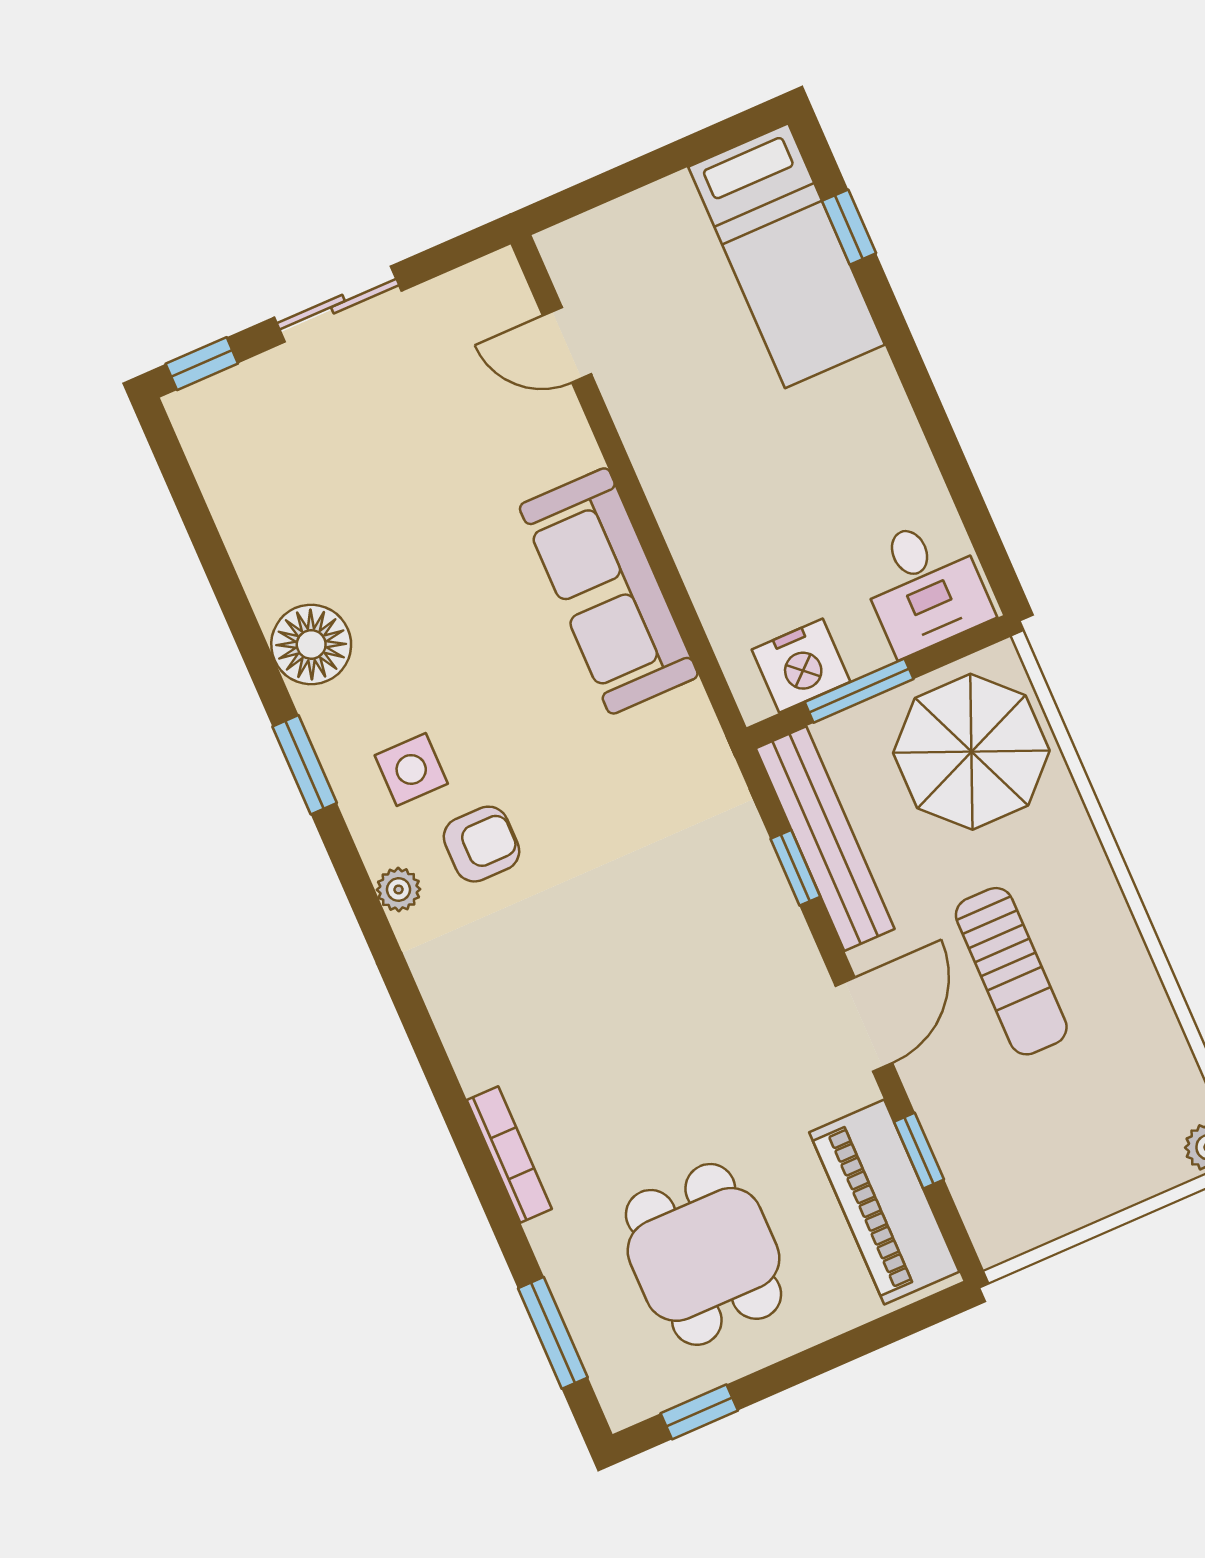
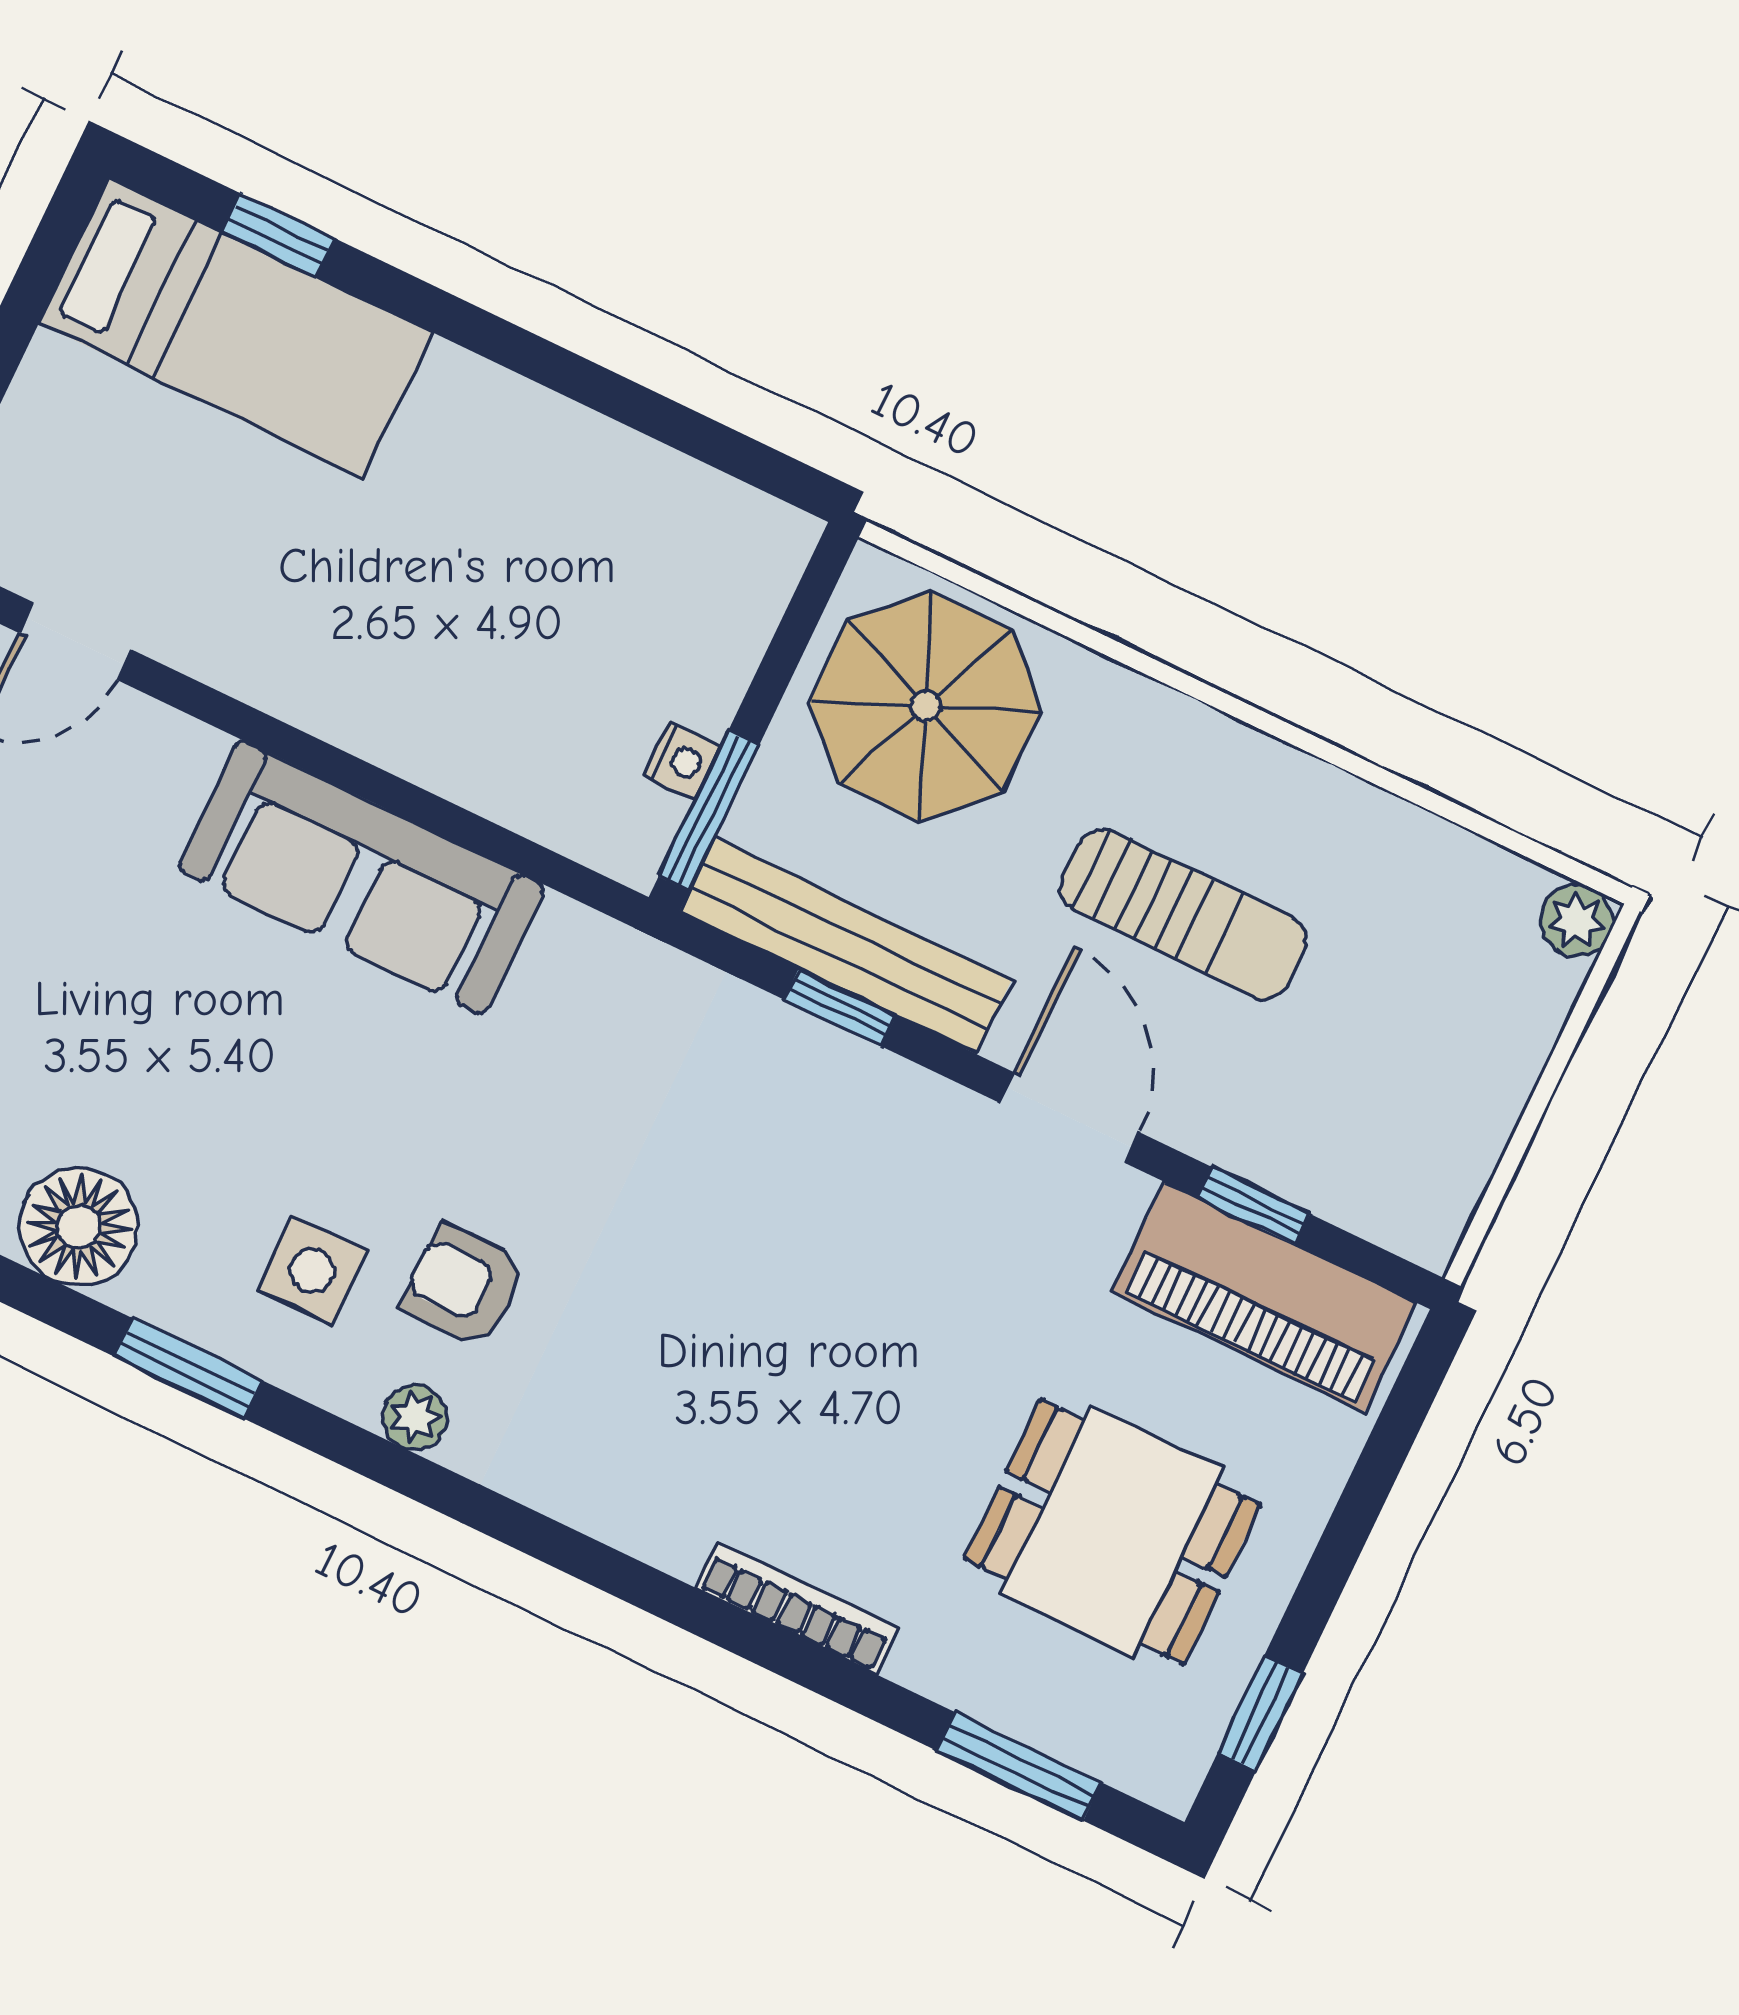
desk: (924, 586) -> (711, 565), removed
nightstand: (801, 666) -> (682, 760), width x0.53, depth x0.56
window: (859, 691) -> (709, 811), moved
armchair: (482, 844) -> (464, 1286), turned -90

